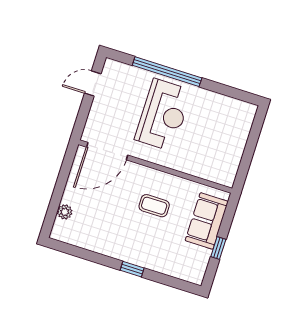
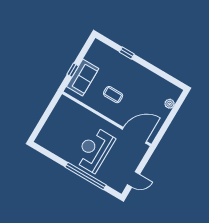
window: (218, 248) -> (73, 70), moved
window: (132, 269) -> (127, 53), moved

